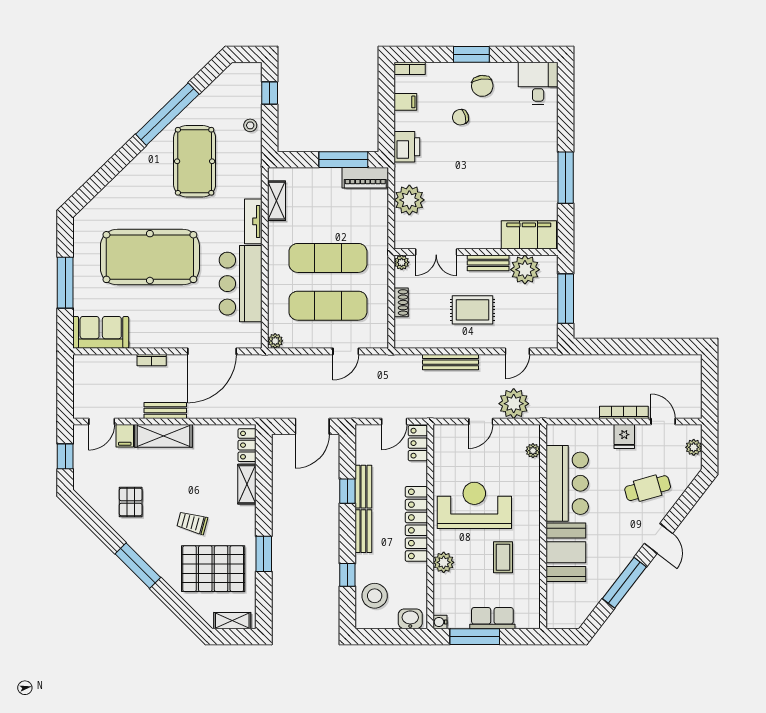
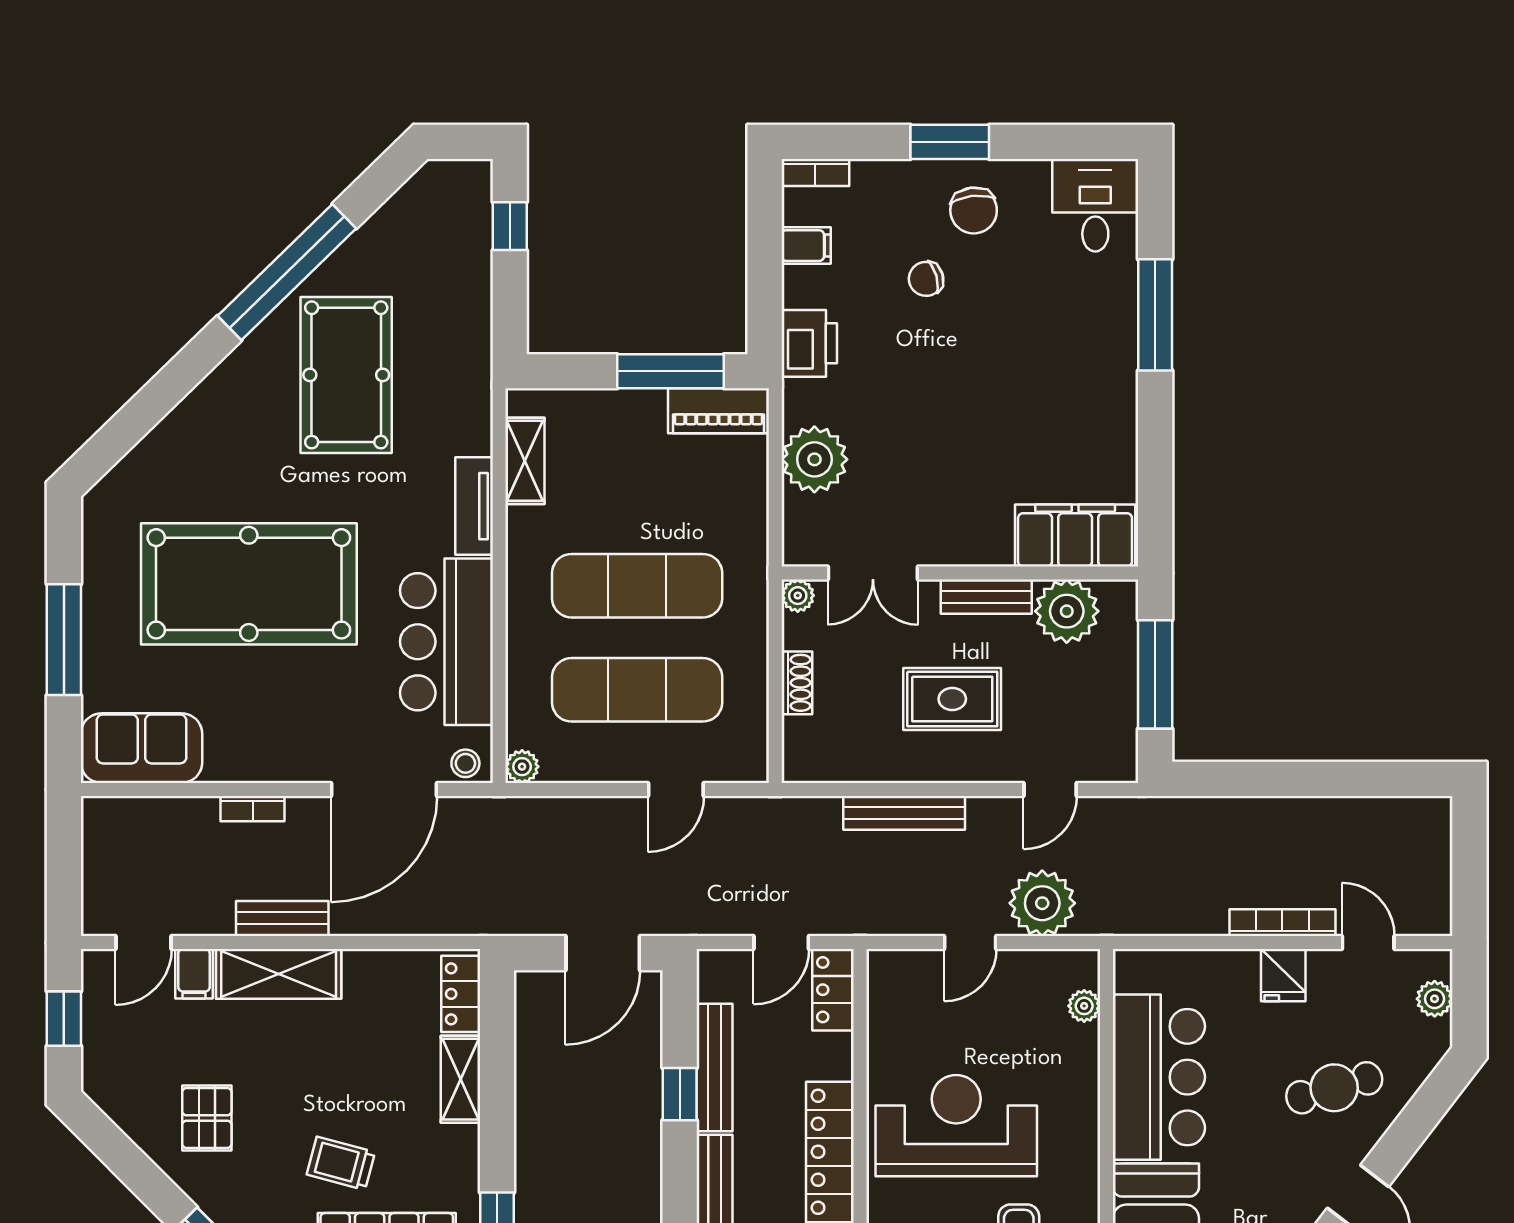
stool: (250, 125) -> (465, 763), moved
window: (566, 178) -> (1155, 315), moved
bench: (363, 487) -> (714, 1068), width x1.36

